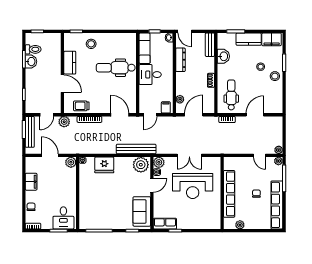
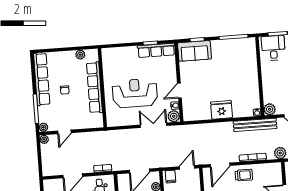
trolley: (81, 106) -> (244, 175), moved
door: (120, 115) -> (220, 165), hinge flipped
bench: (136, 149) -> (255, 125), moved
double door: (189, 155) -> (153, 125), moved
door: (260, 155) -> (64, 132), swing flipped
fridge: (104, 165) -> (222, 110), moved
plant: (141, 165) -> (193, 112), removed
sofa: (142, 211) -> (194, 51), moved, turned 90
row of seats: (165, 224) -> (156, 50), width x1.48

